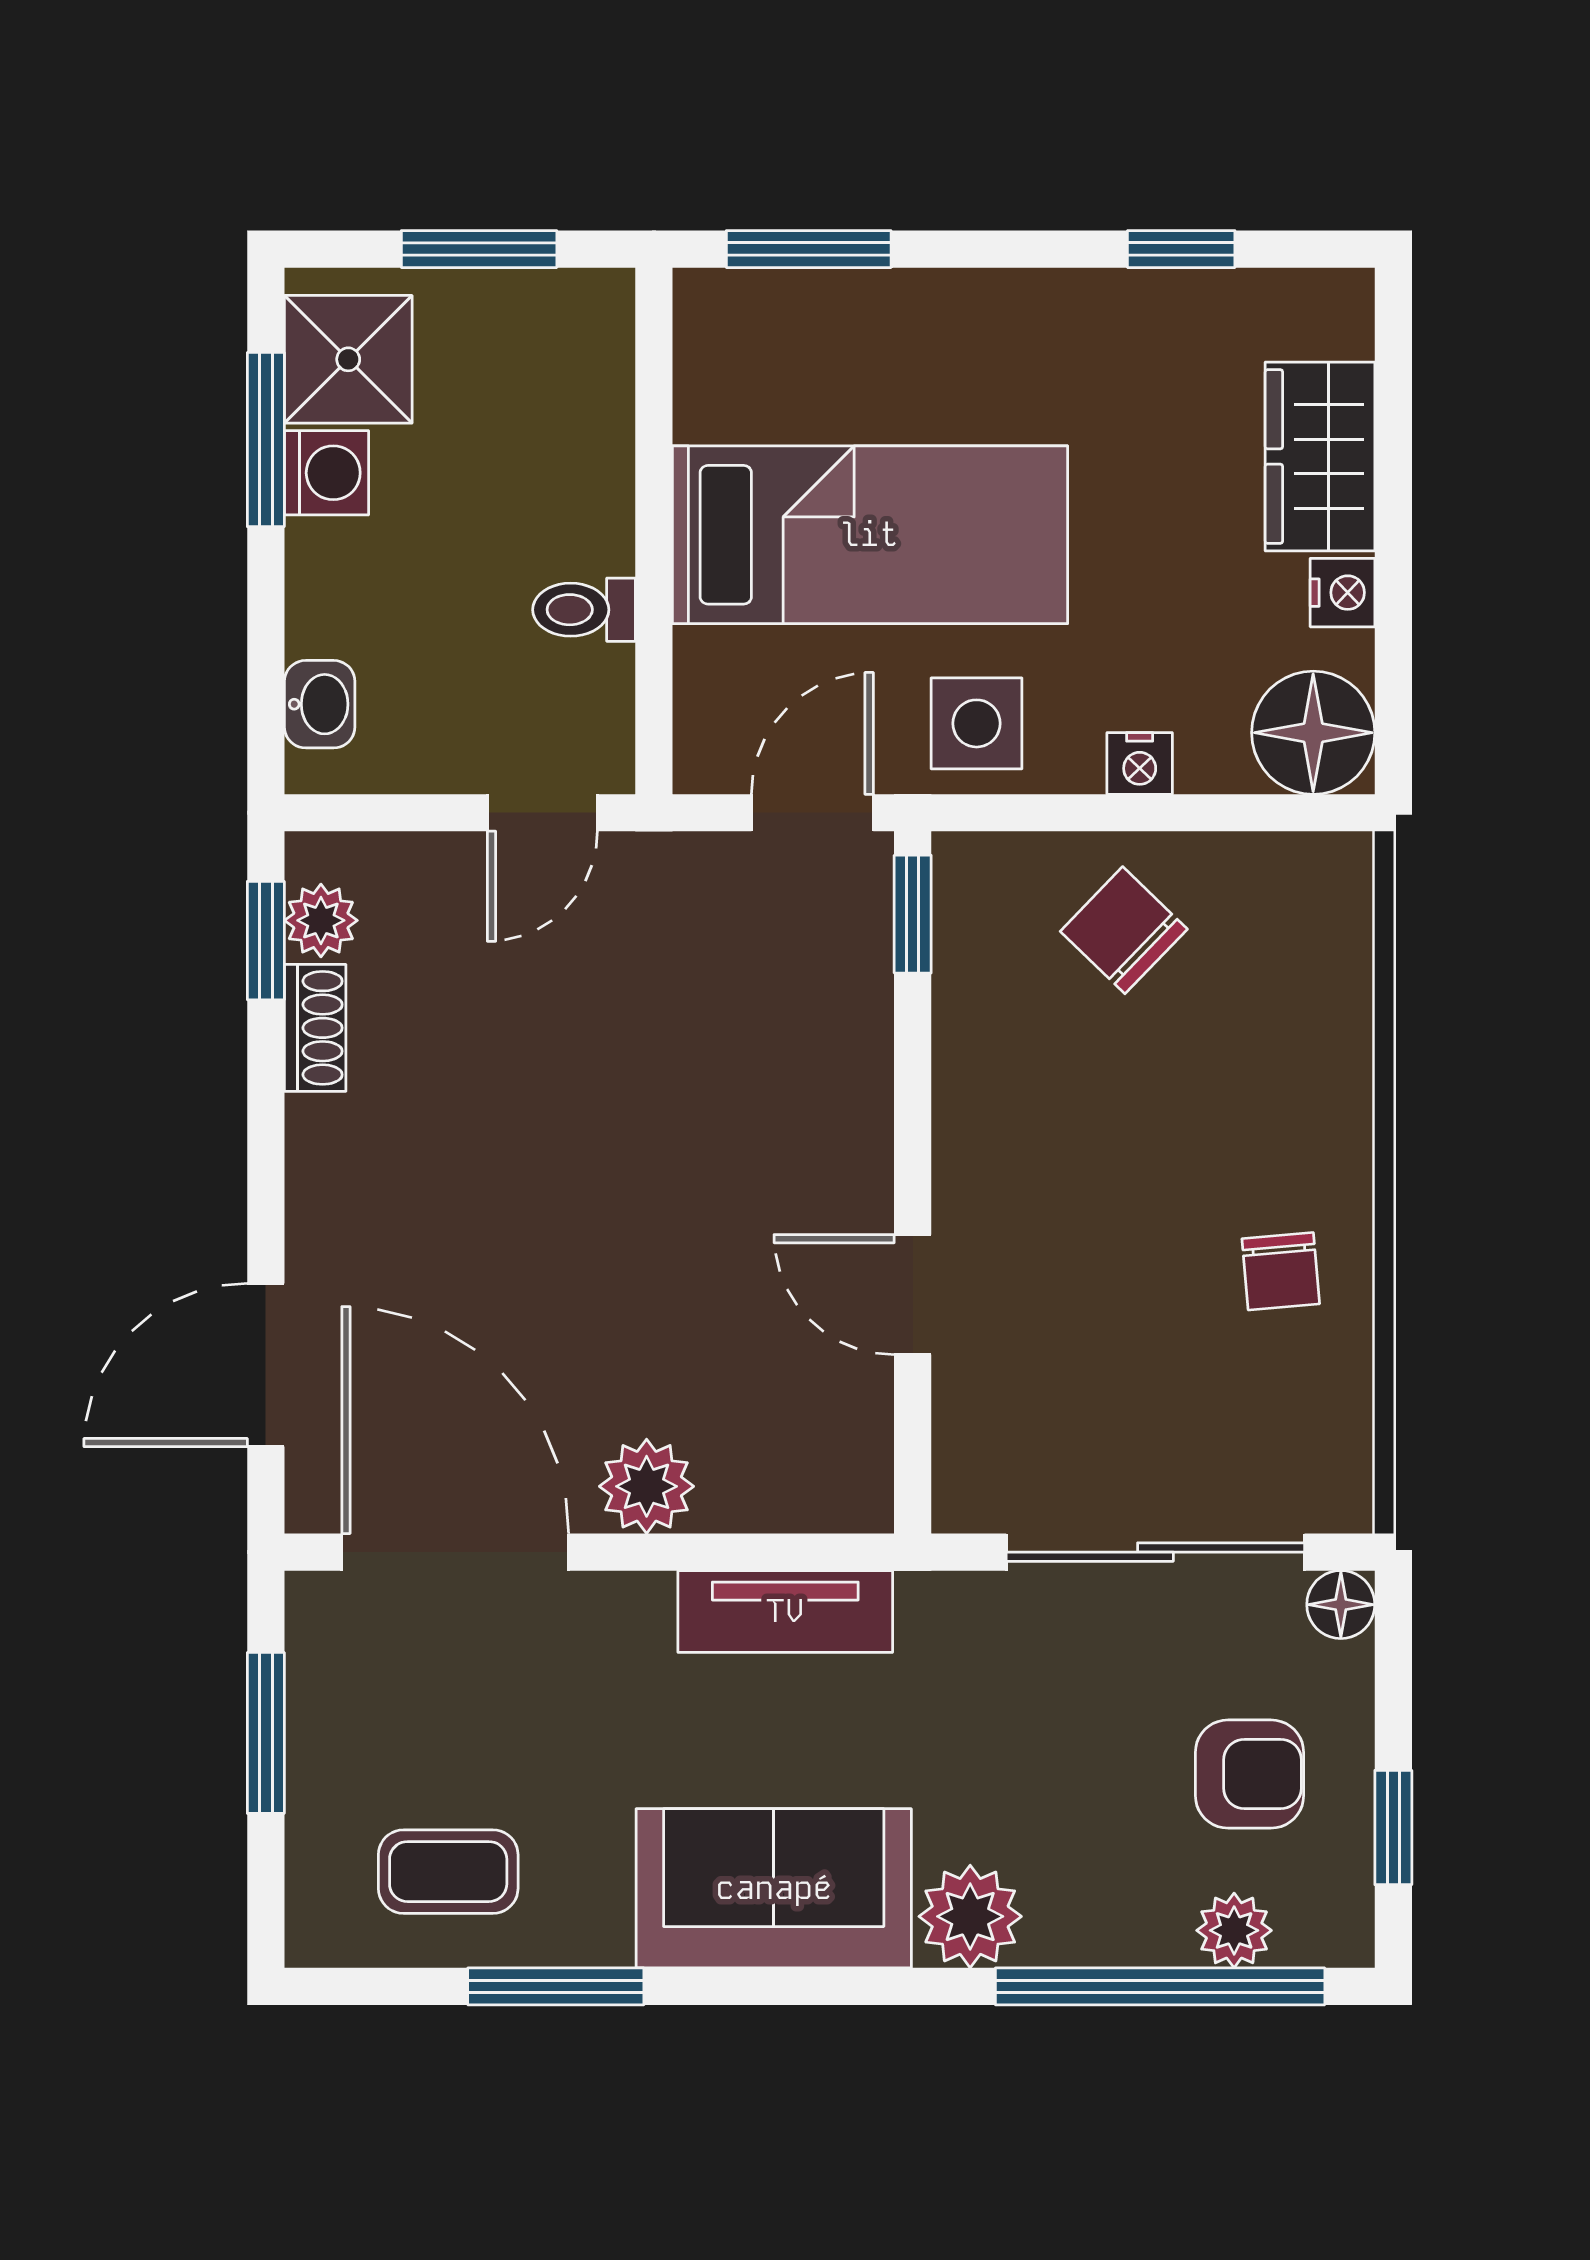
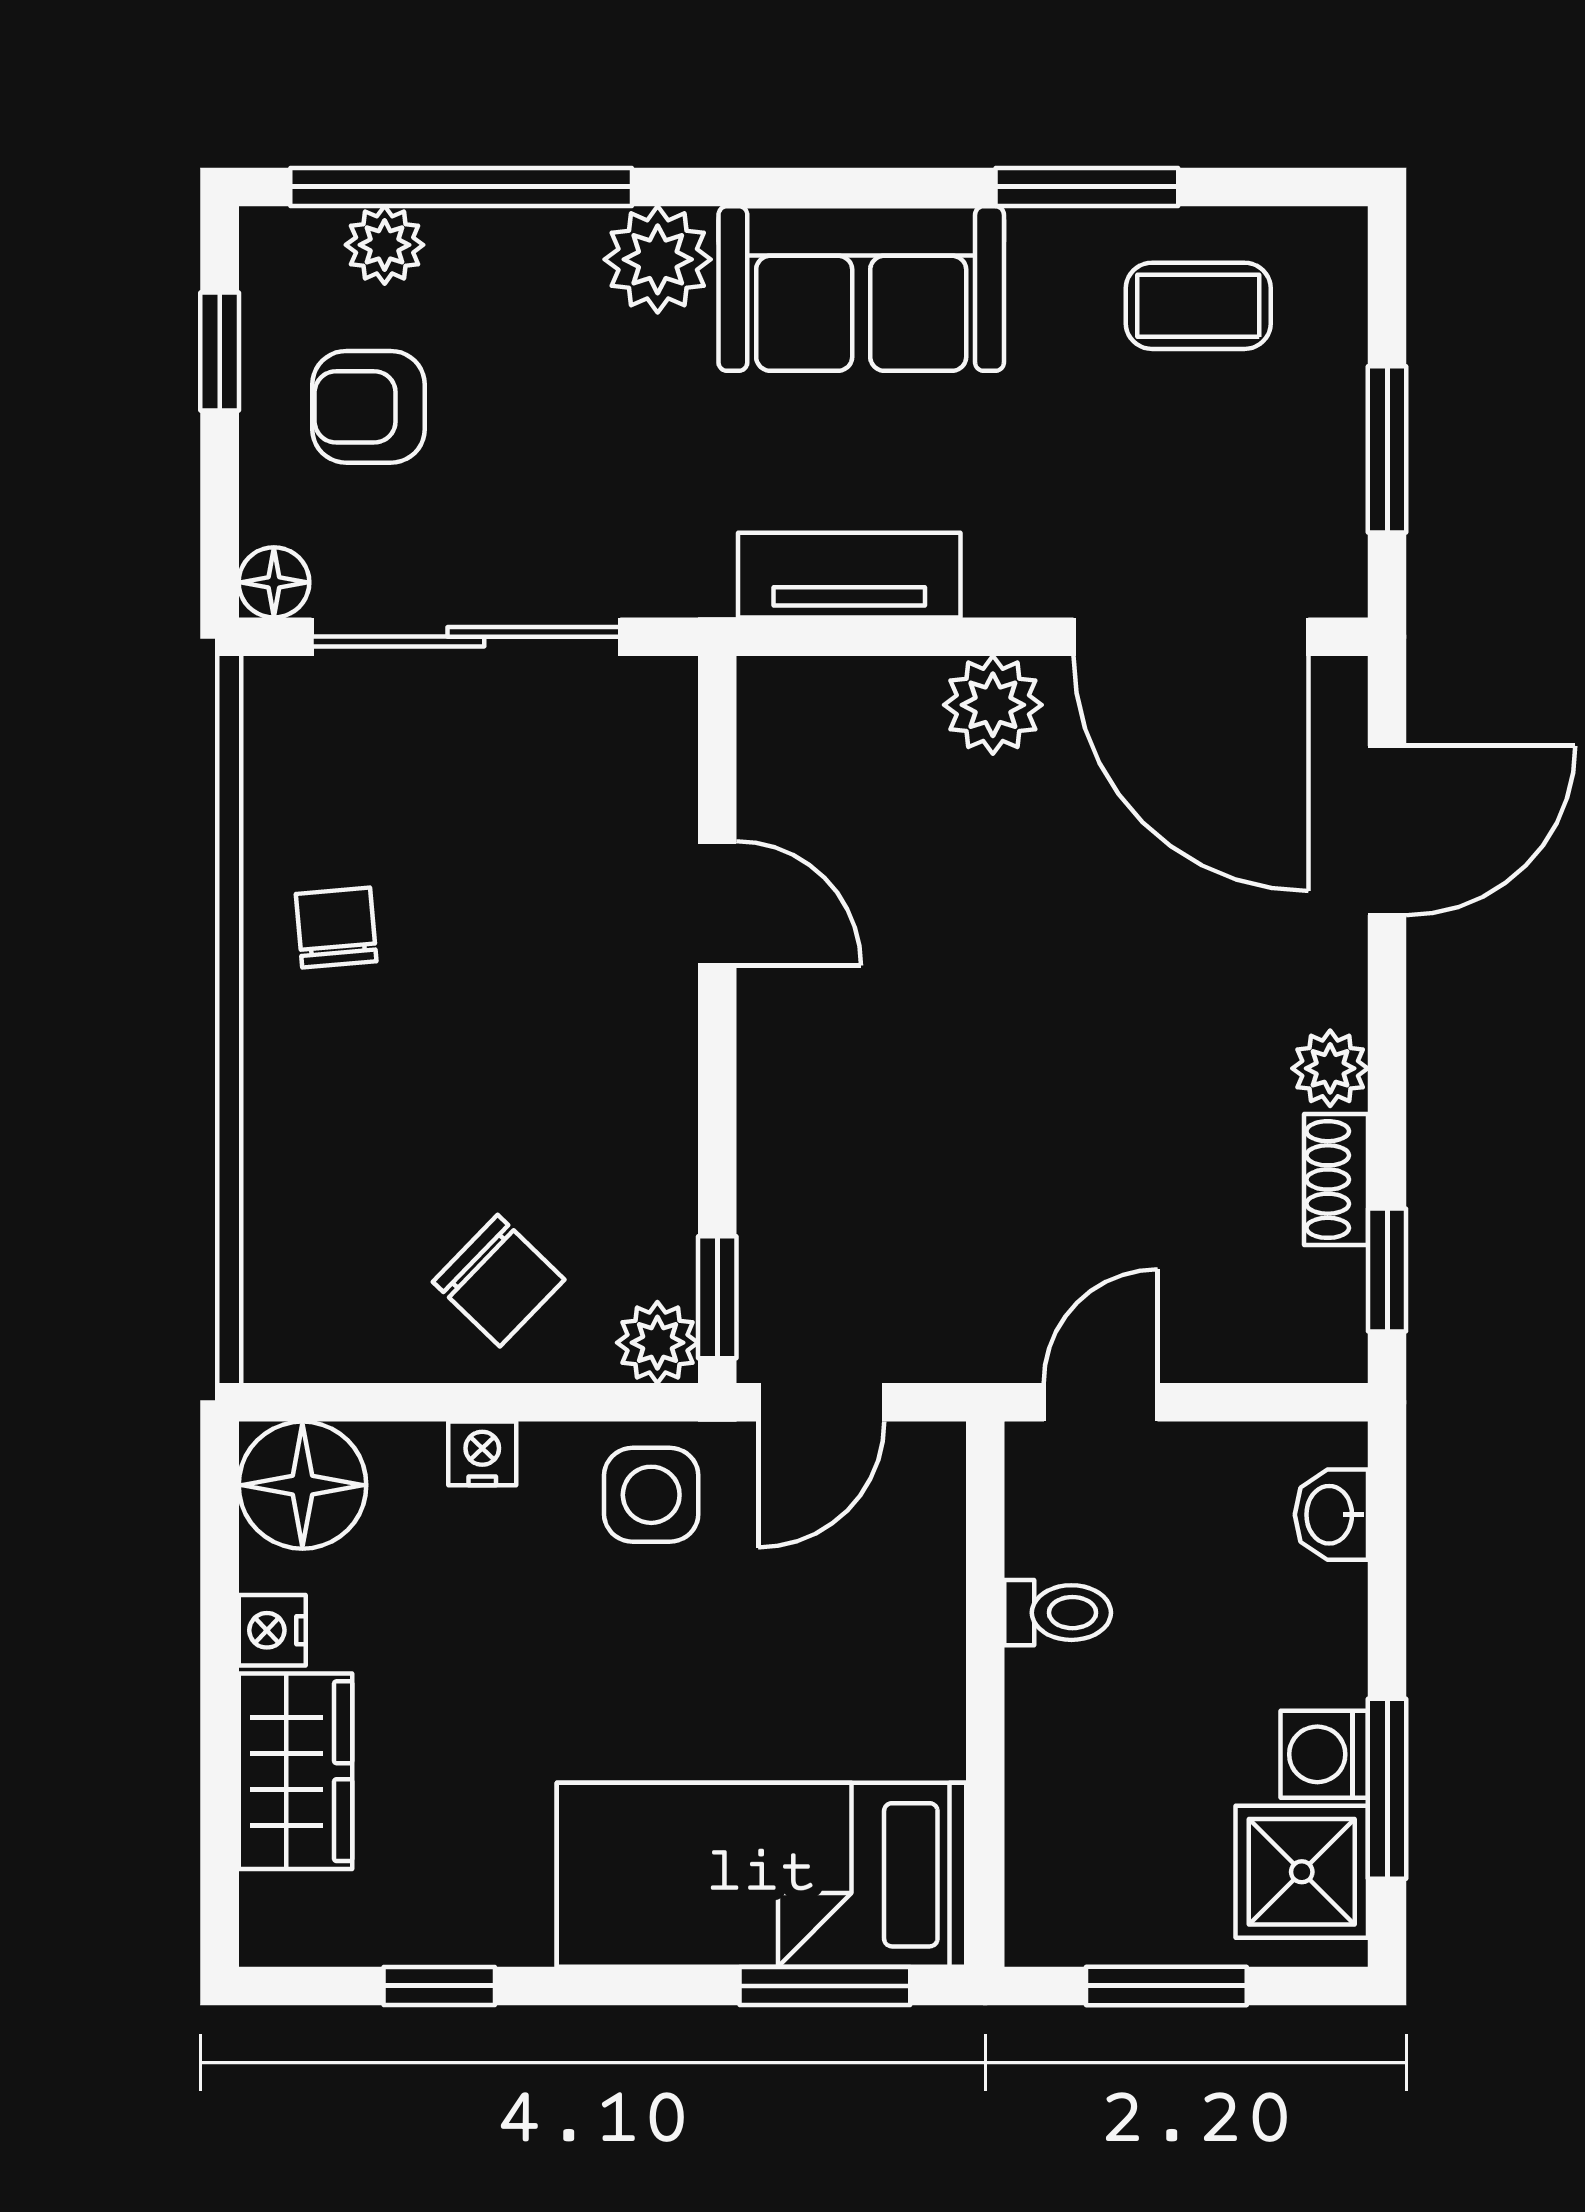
bed: (870, 535) -> (761, 1875), moved
plant: (970, 870) -> (657, 1343), added
plant: (321, 920) -> (1330, 1068), moved

